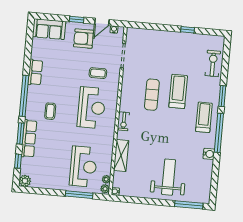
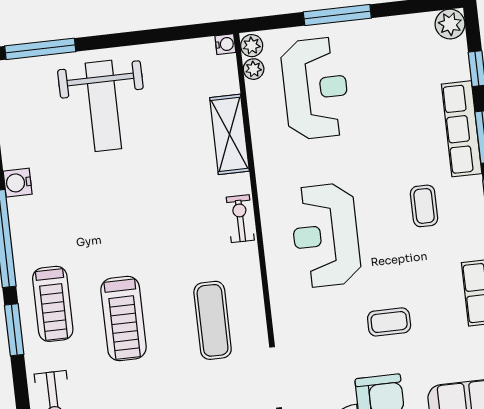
coffee table: (98, 73) -> (389, 322), moved
exercise mat: (152, 95) -> (213, 320), moved
treadmill: (204, 117) -> (53, 304), moved
reception desk: (83, 167) -> (315, 88), turned 180
window: (79, 195) -> (337, 15), moved

